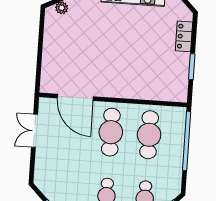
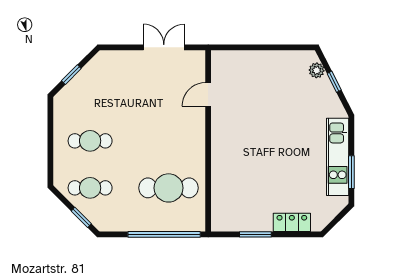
door: (75, 97) -> (208, 94), width x0.53
cafe table: (111, 132) -> (169, 141), removed

